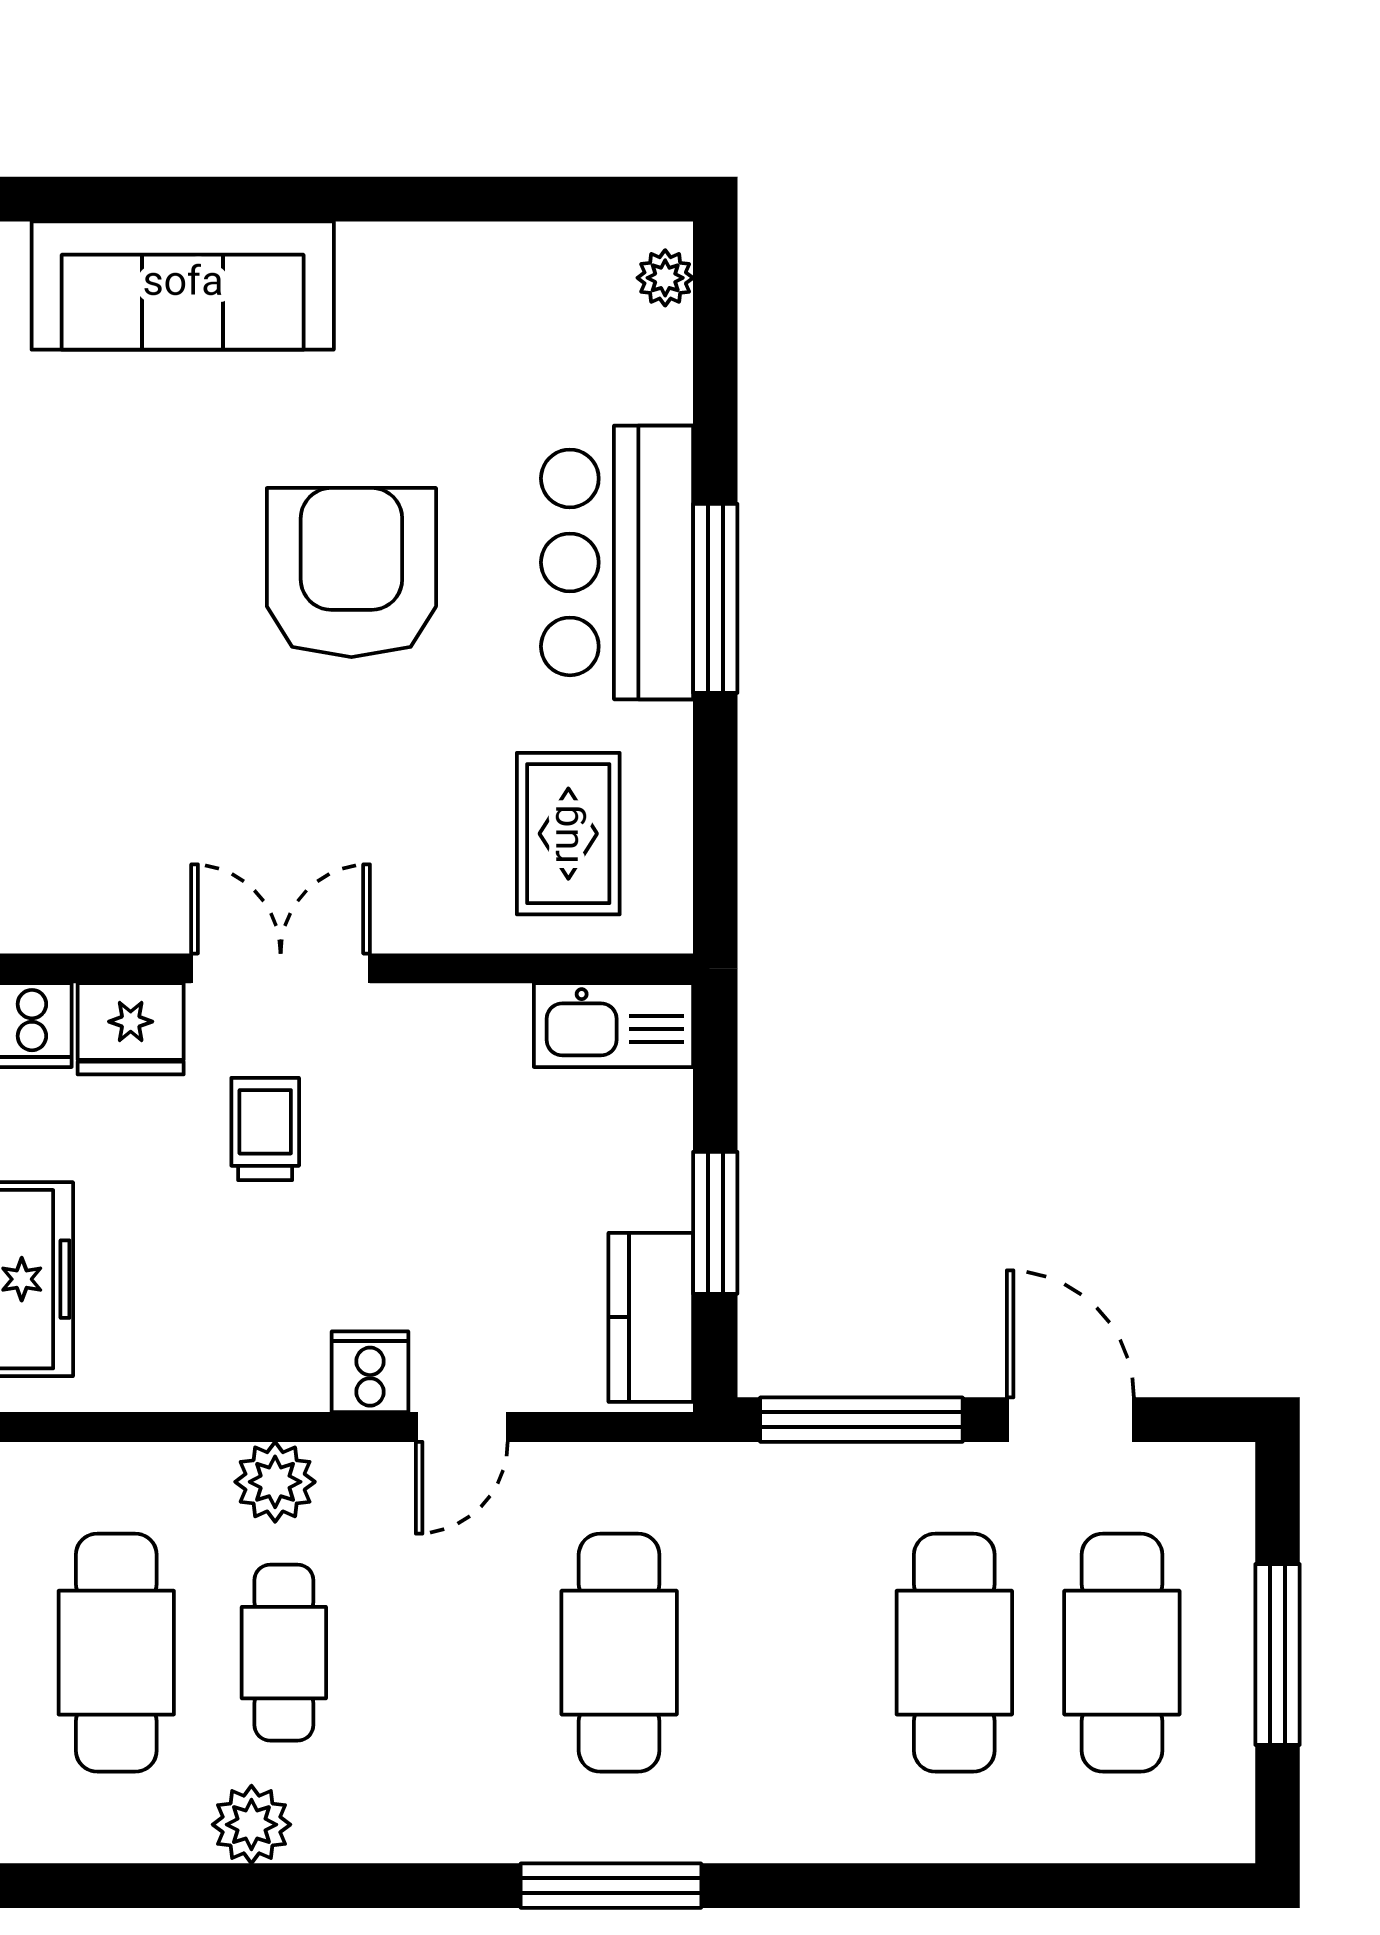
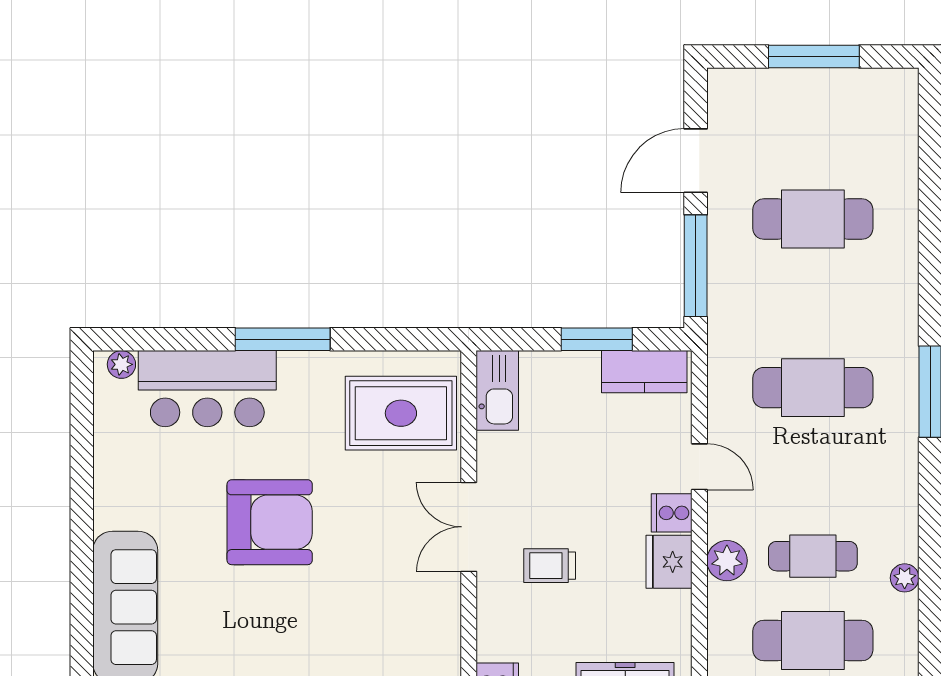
bar counter: (617, 562) -> (207, 389), moved
armchair: (351, 573) -> (270, 522), turned 180
rug: (568, 834) -> (401, 413), width x1.36, depth x1.43
double door: (281, 968) -> (469, 527), moved
fridge: (131, 1029) -> (669, 562), moved, turned 180
cafe table: (1122, 1653) -> (813, 135), removed
plant: (251, 1825) -> (905, 578), width x0.73, depth x0.73

